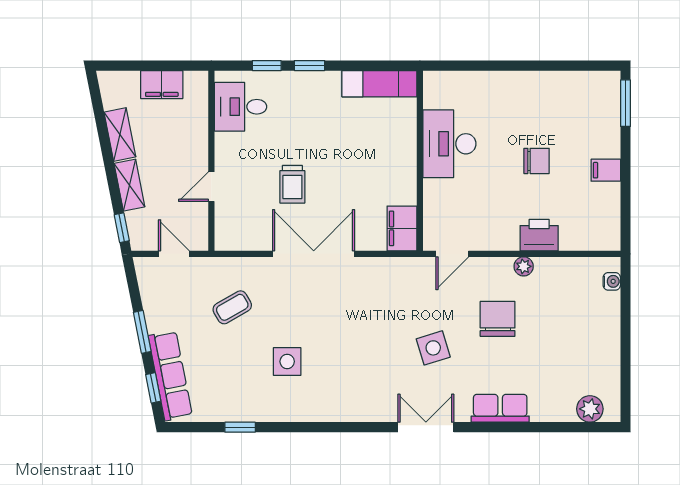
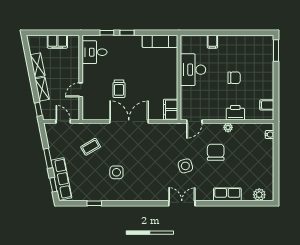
filing cabinet: (491, 84) -> (212, 42), added
filing cabinet: (606, 170) -> (267, 105), moved
row of seats: (500, 408) -> (227, 194), moved

